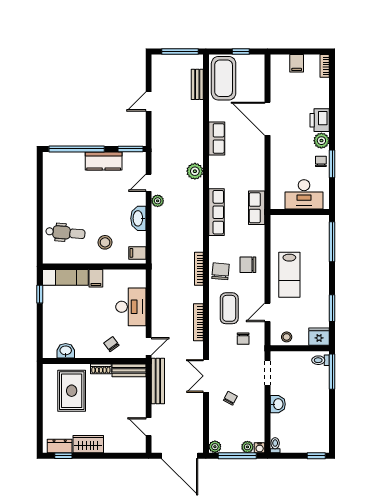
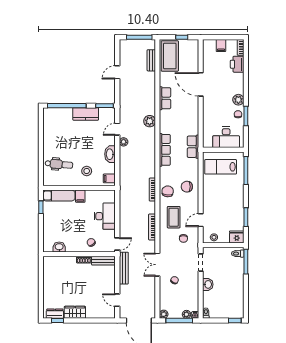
printer: (320, 120) -> (237, 64), moved
lab bench: (289, 275) -> (221, 167), moved, turned 90
rug: (72, 391) -> (63, 275), removed

